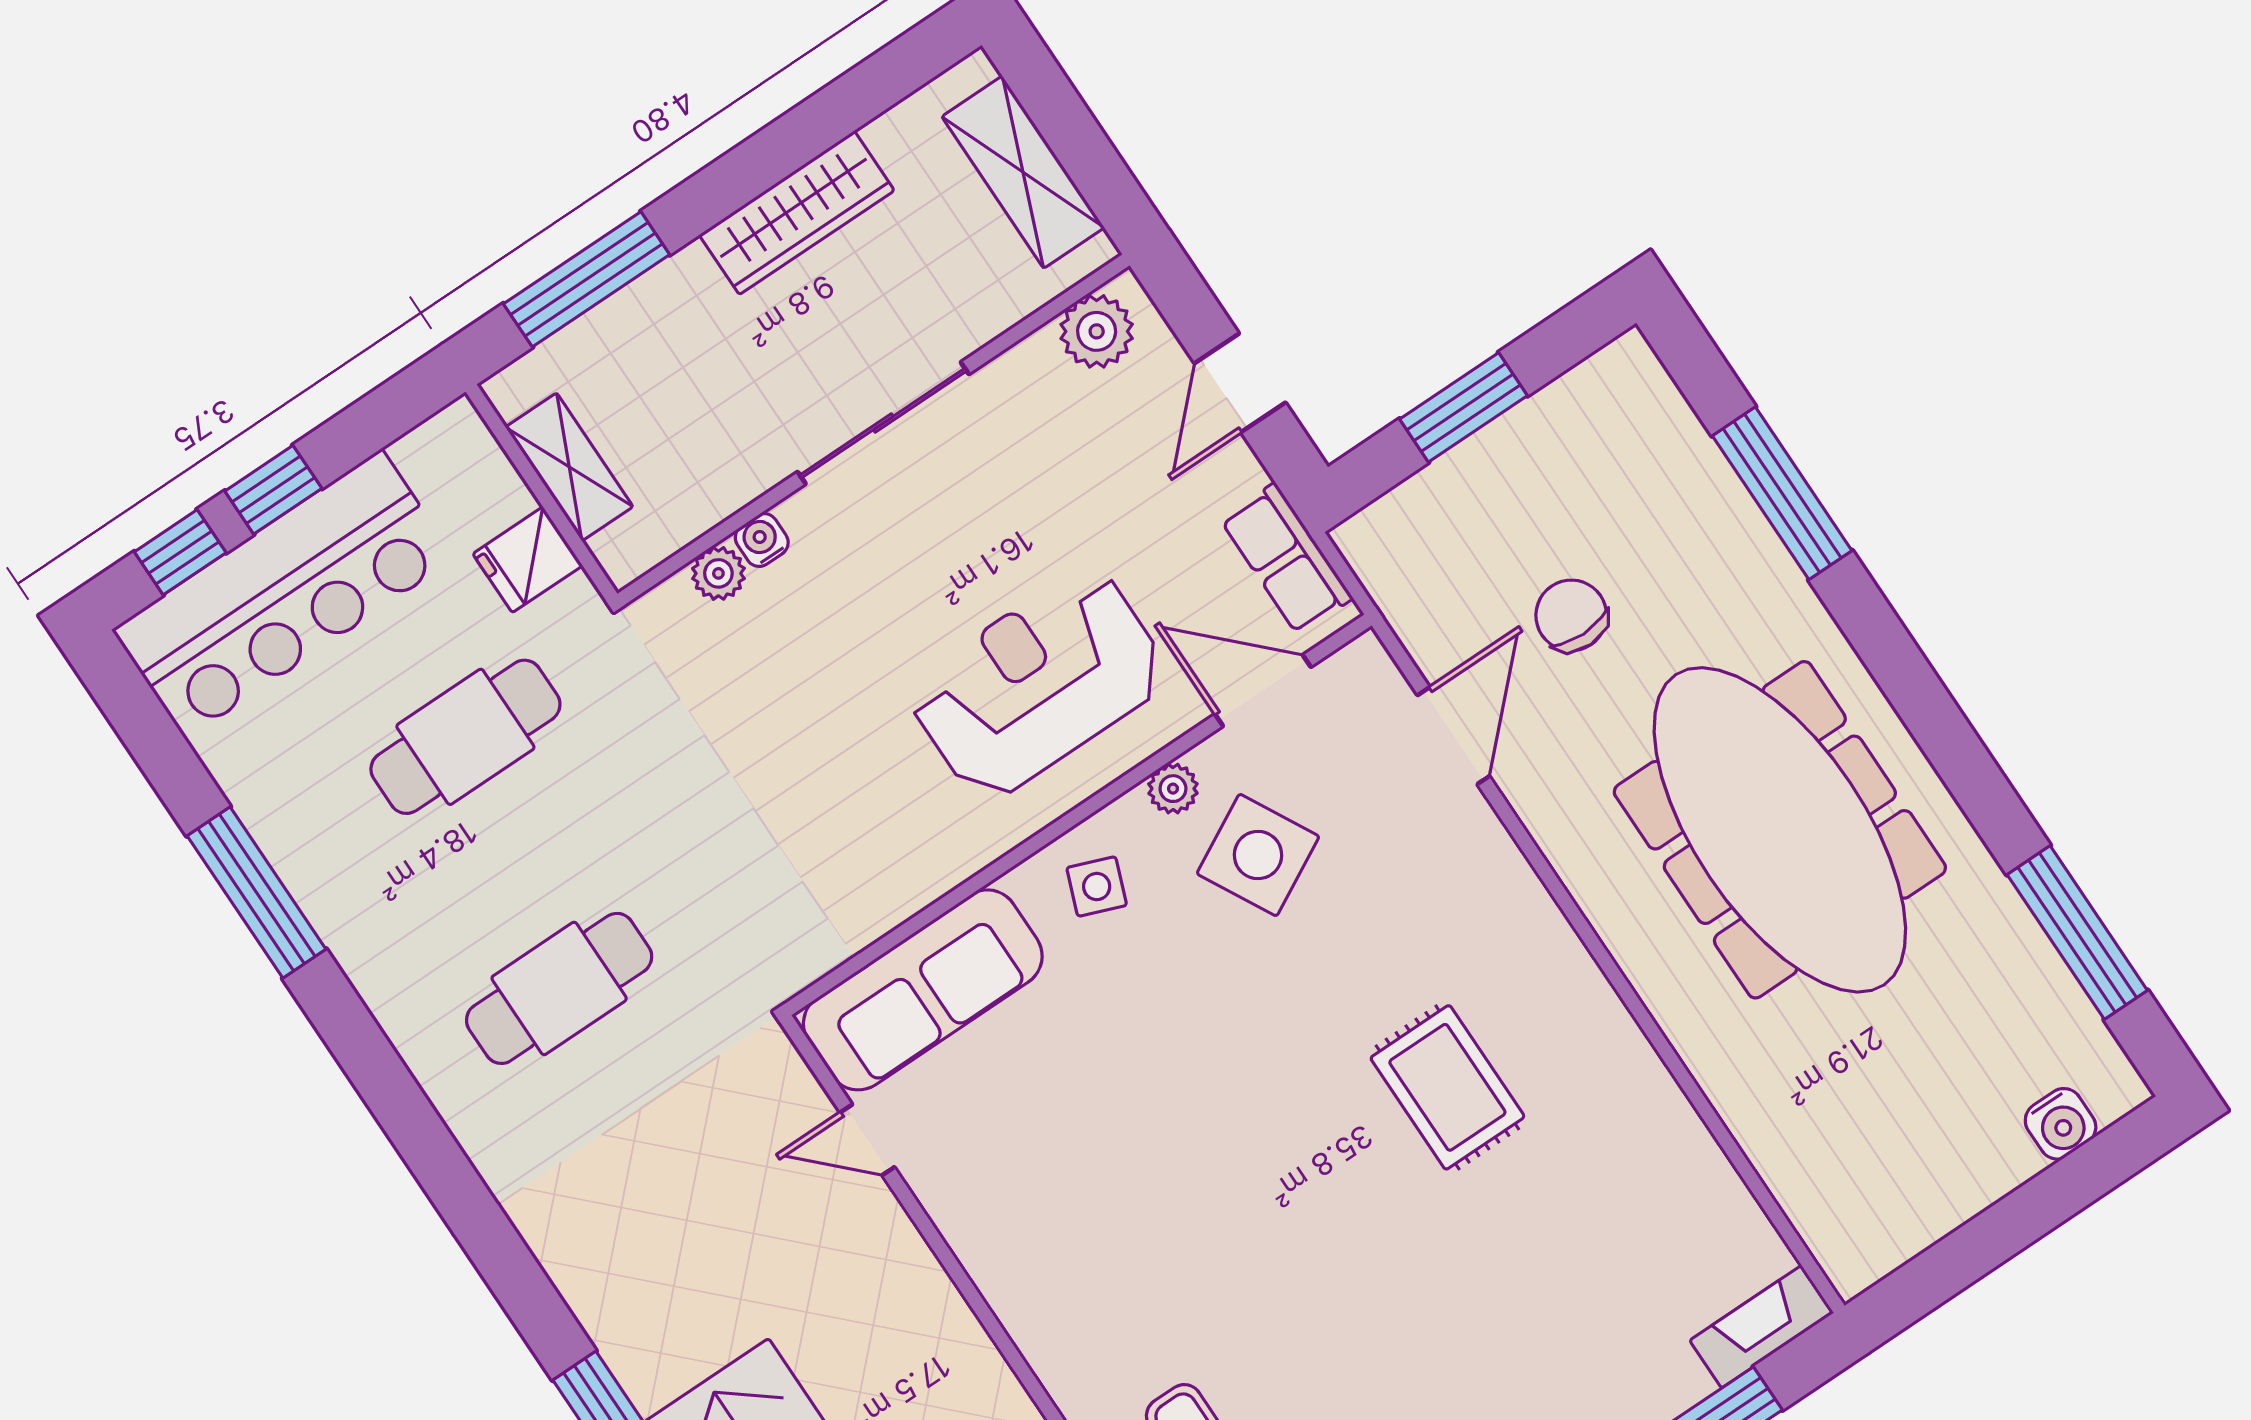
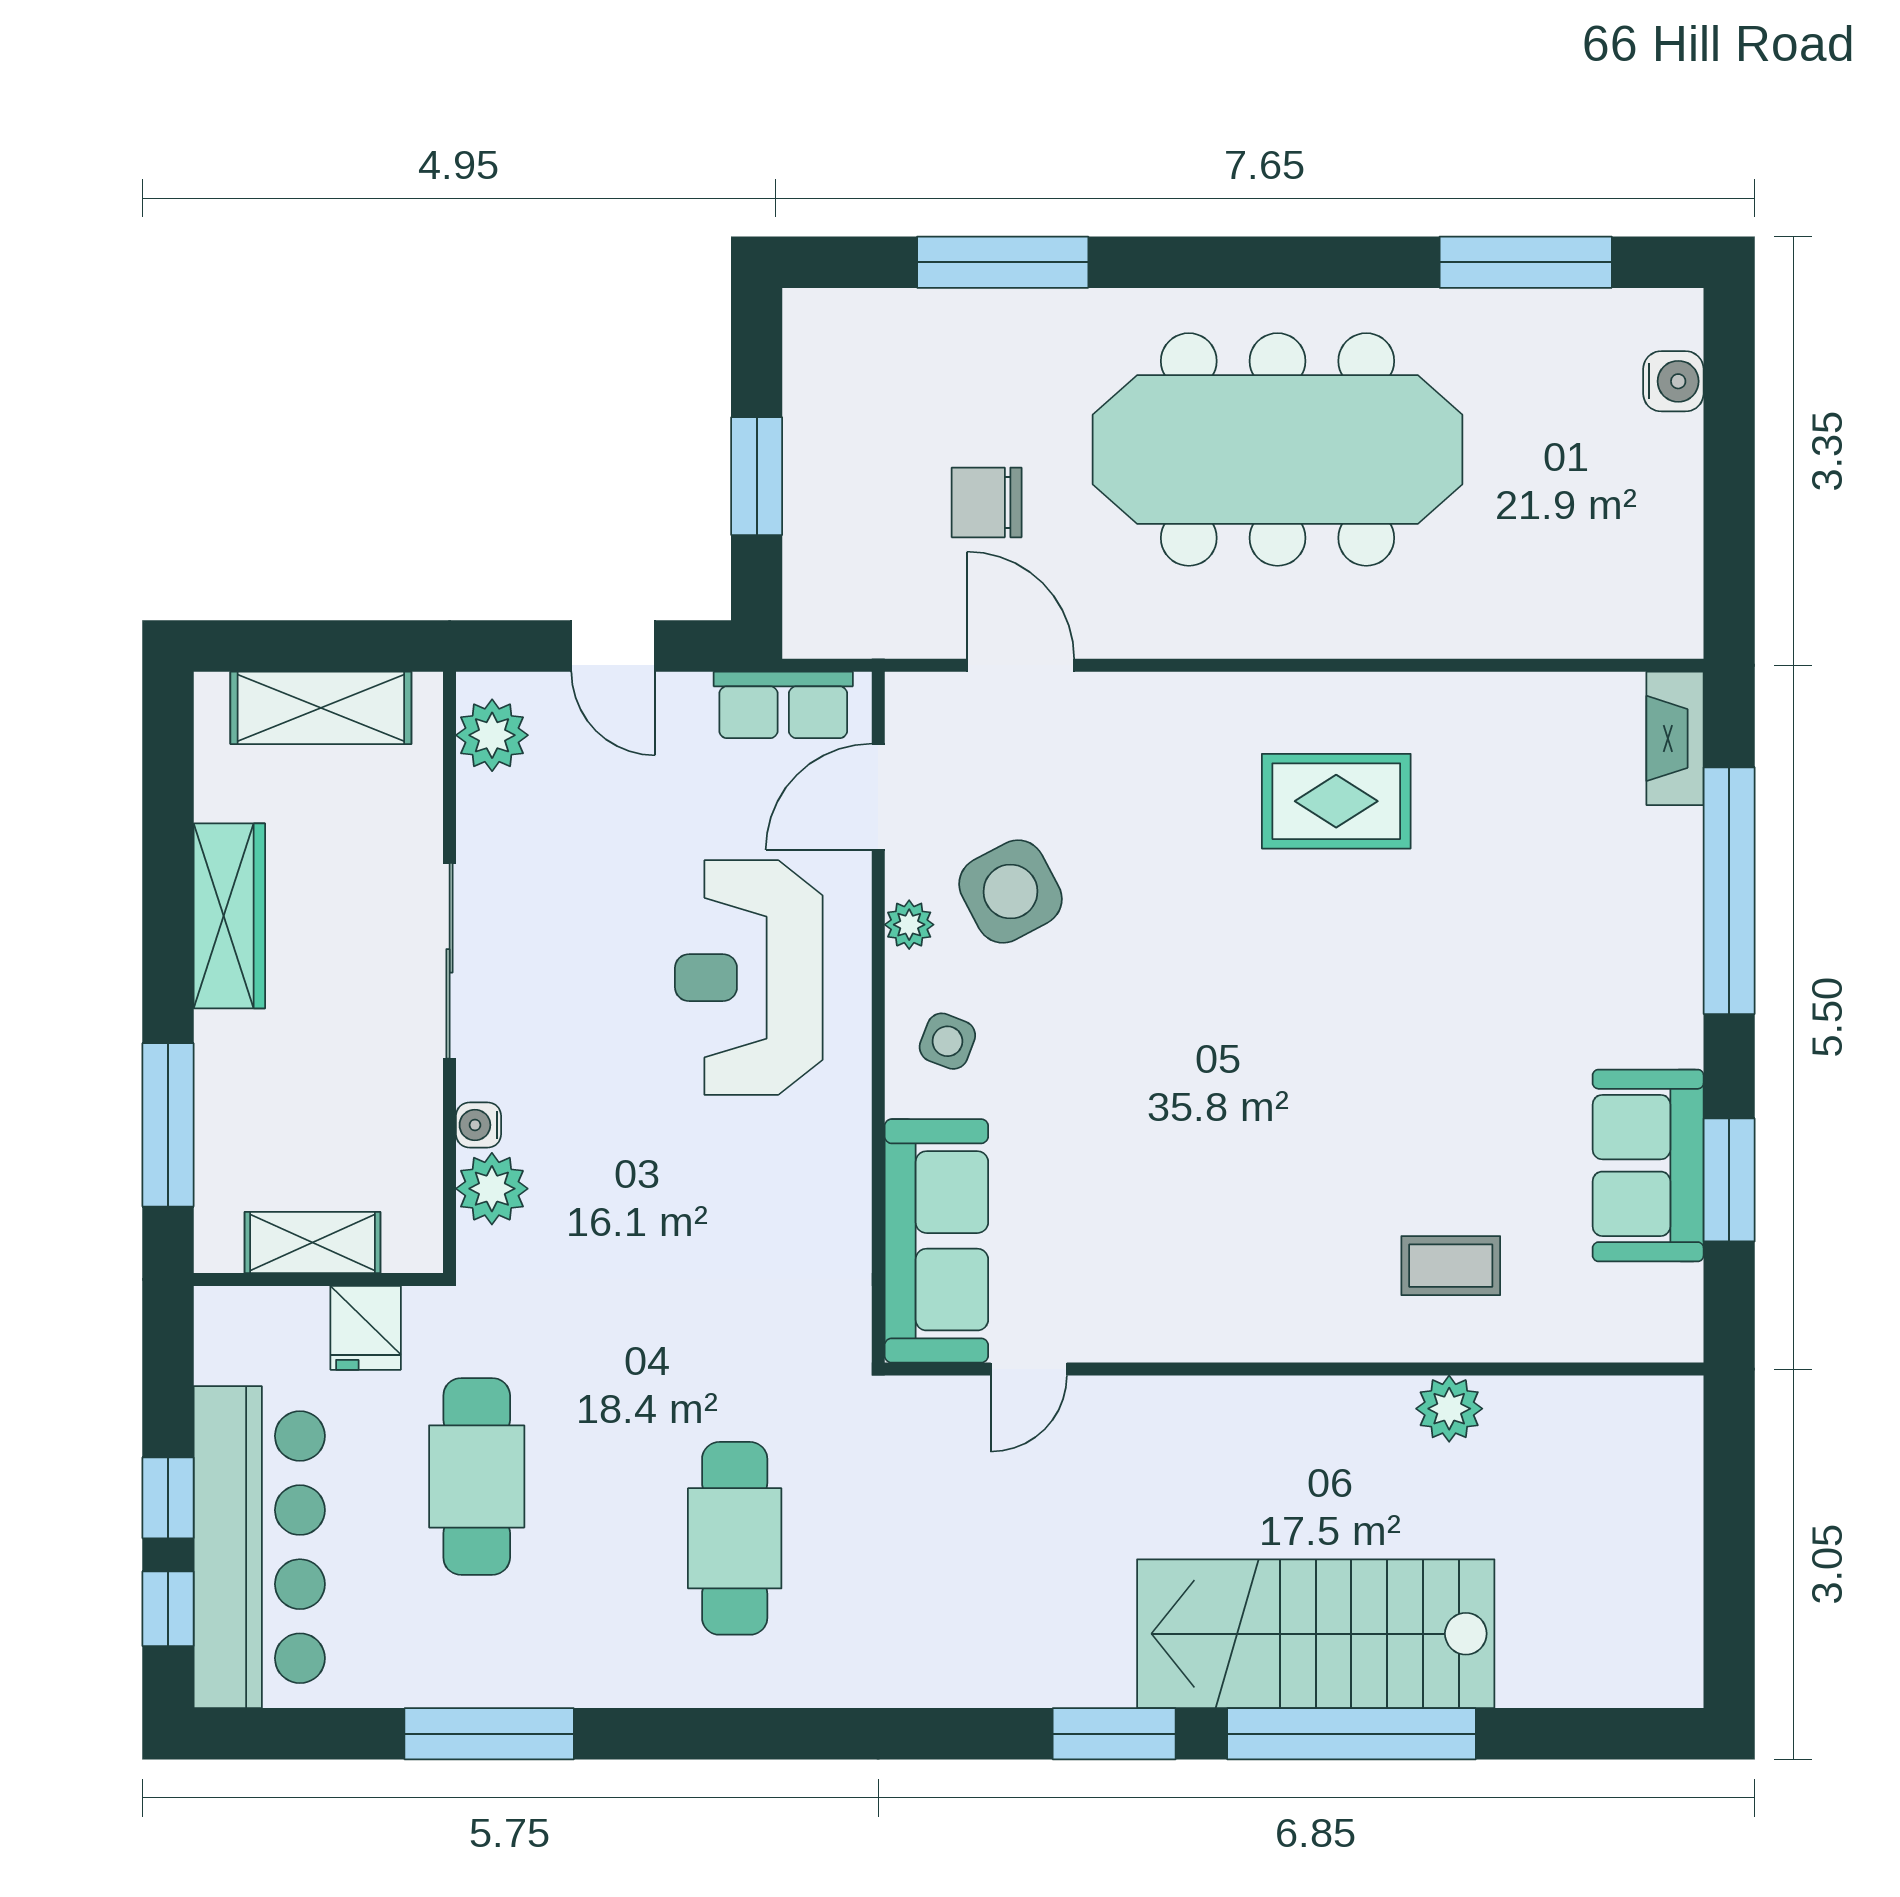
plant: (718, 573) -> (492, 1189), width x1.38, depth x1.38
rug: (1447, 1087) -> (1336, 801), moved

